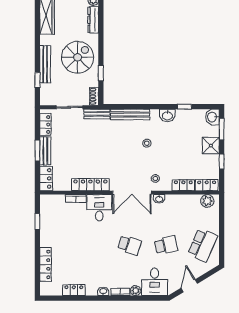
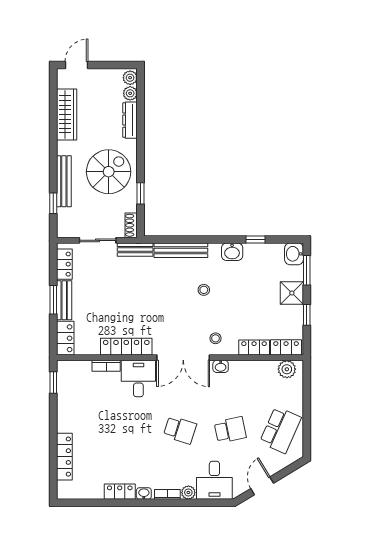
window: (37, 222) -> (53, 382), moved
locker: (74, 290) -> (120, 492), moved

